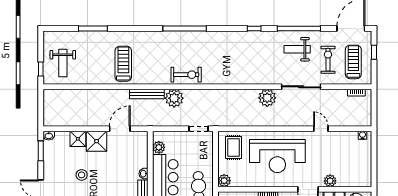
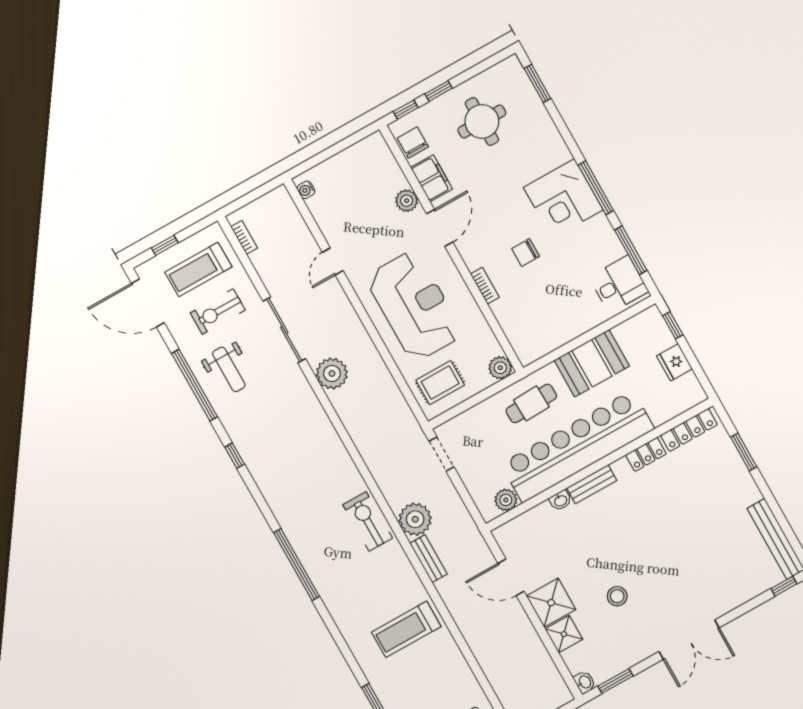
bench: (147, 94) -> (429, 559), width x0.73

